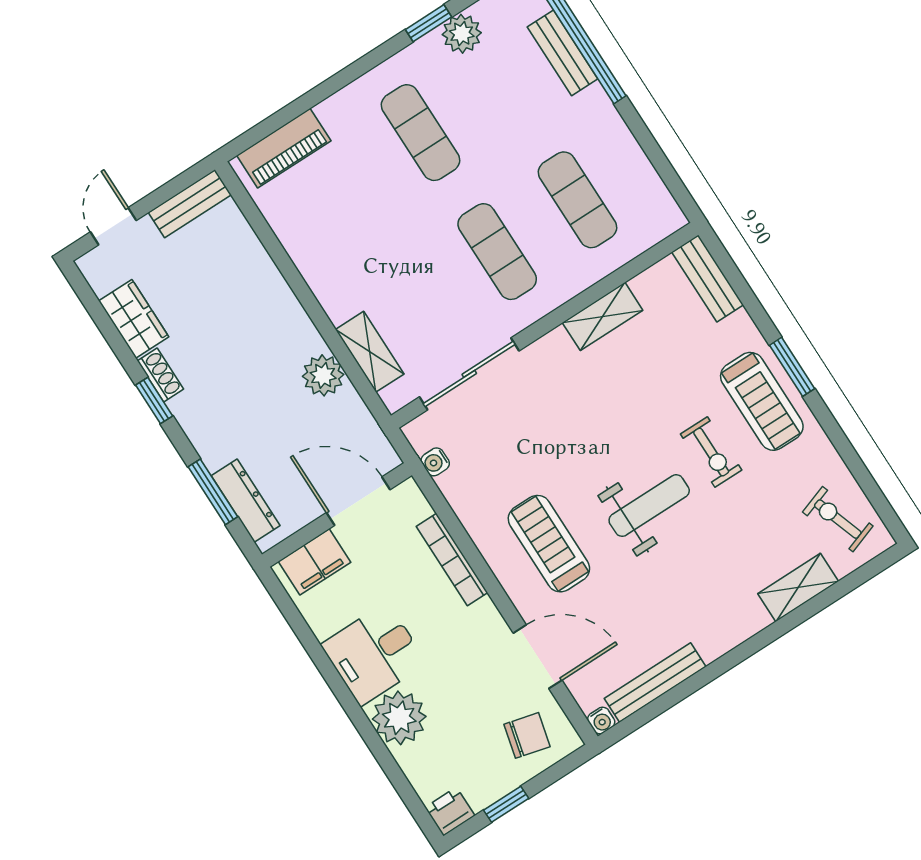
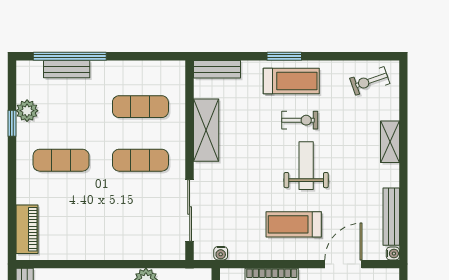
shelving: (603, 316) -> (206, 130), width x1.50, depth x1.33
shelving: (370, 352) -> (149, 251), removed
shelving: (798, 587) -> (390, 142), moved

